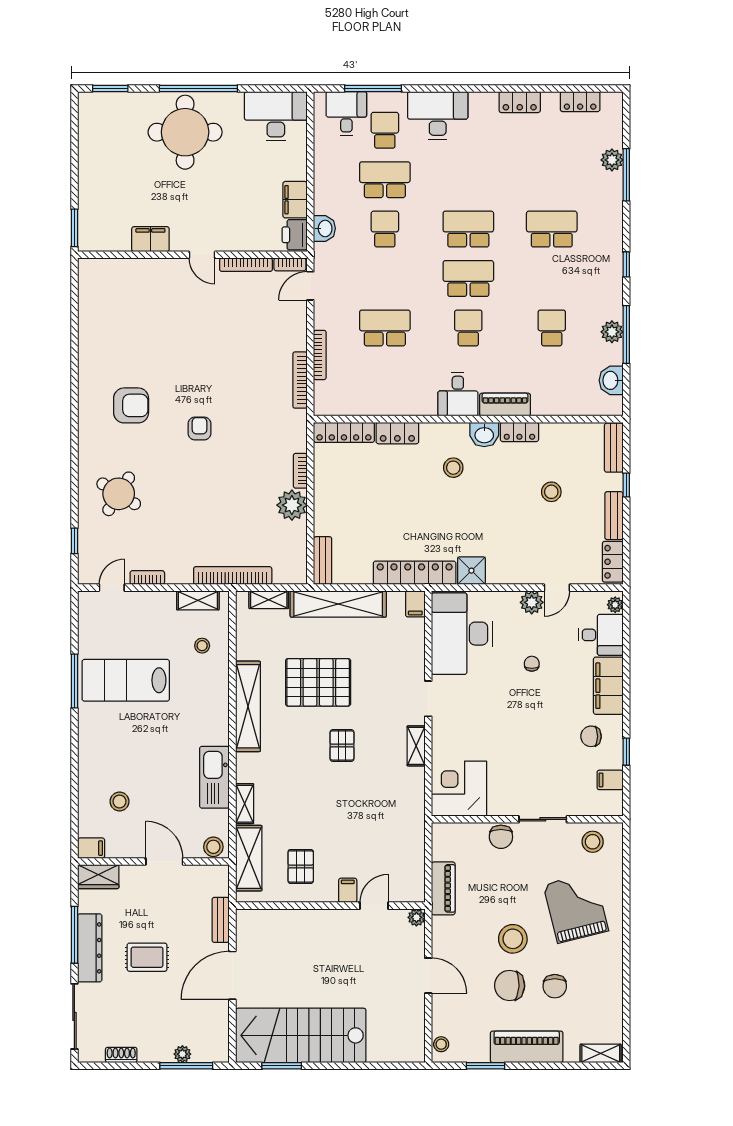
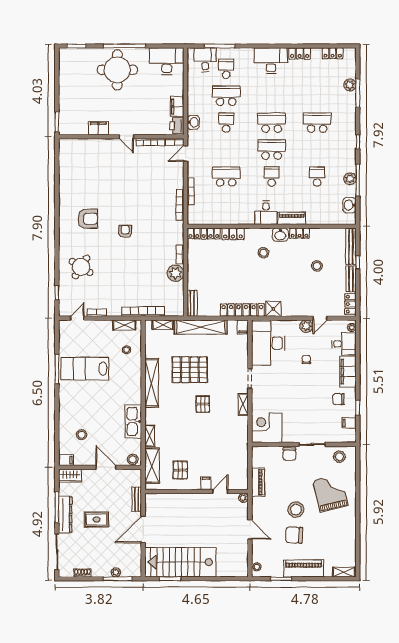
desk: (438, 115) -> (271, 61), moved
bench: (614, 448) -> (351, 247), width x1.36
chair: (555, 986) -> (319, 535), removed

